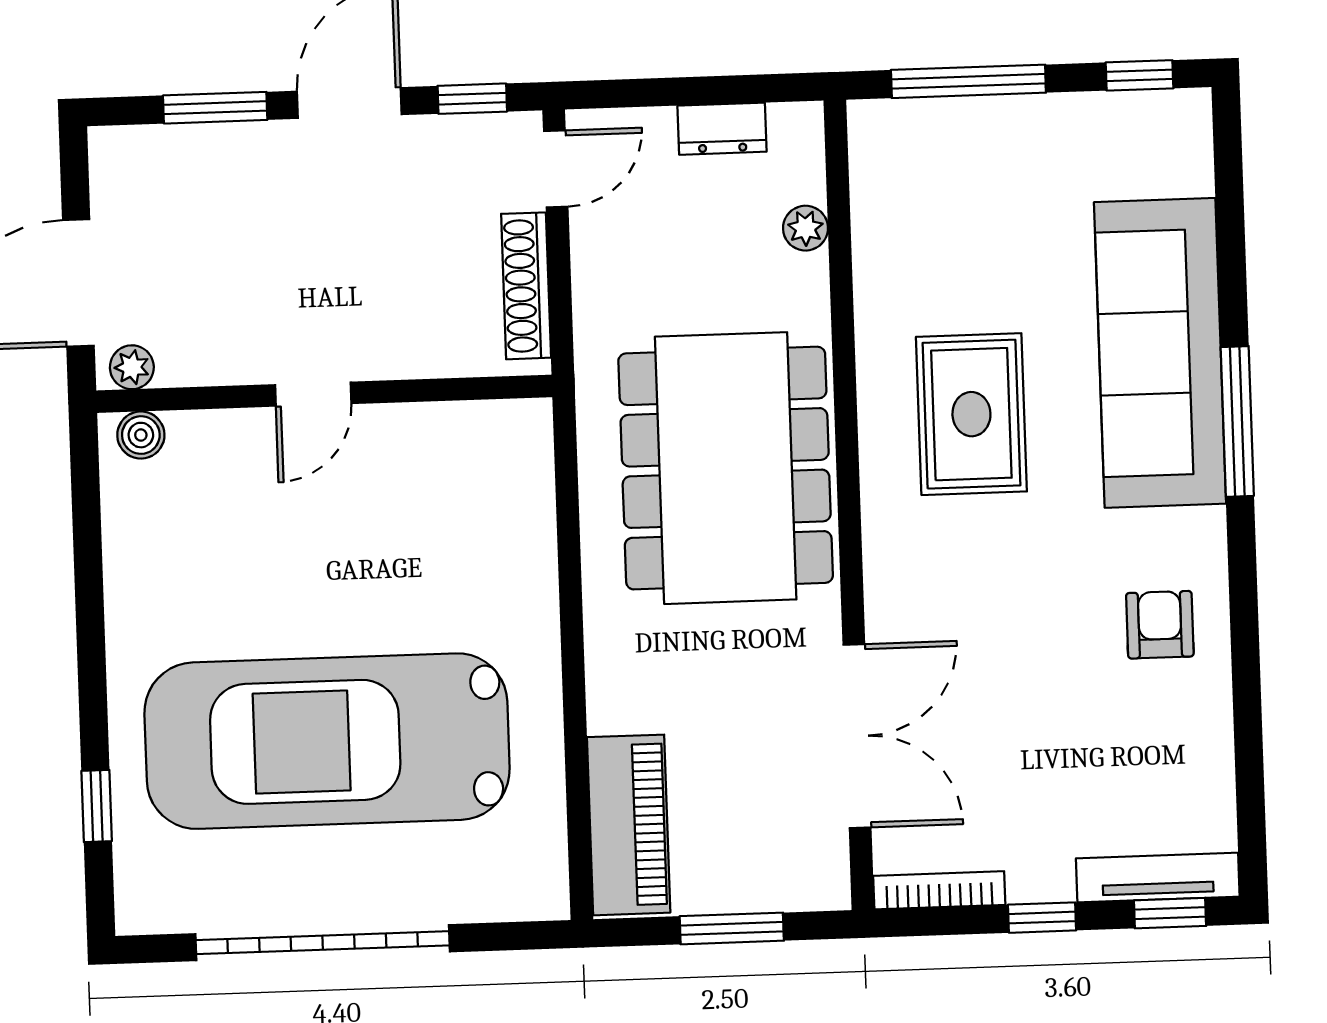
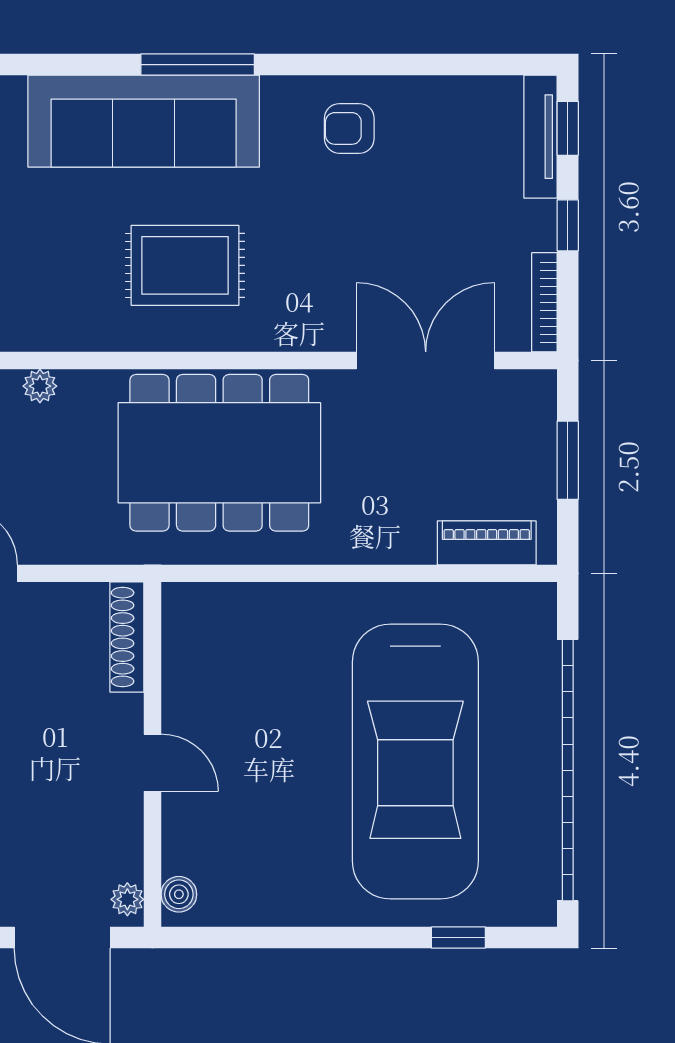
shoe rack: (526, 286) -> (127, 637), moved, turned 90
piano: (629, 825) -> (487, 543), width x0.73, depth x0.75
garage door: (323, 943) -> (568, 770), width x1.36

